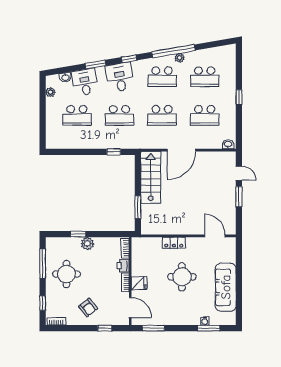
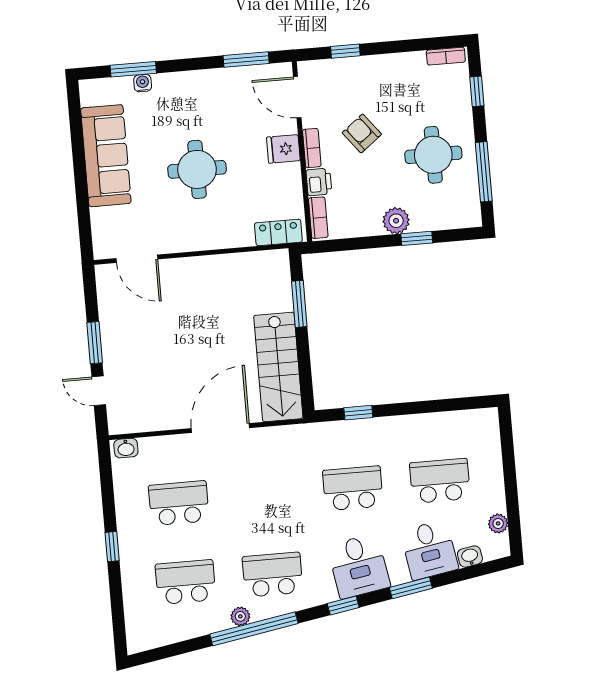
school desk: (162, 115) -> (266, 496), removed
locker: (174, 243) -> (278, 232), moved
armchair: (88, 308) -> (362, 133), moved

